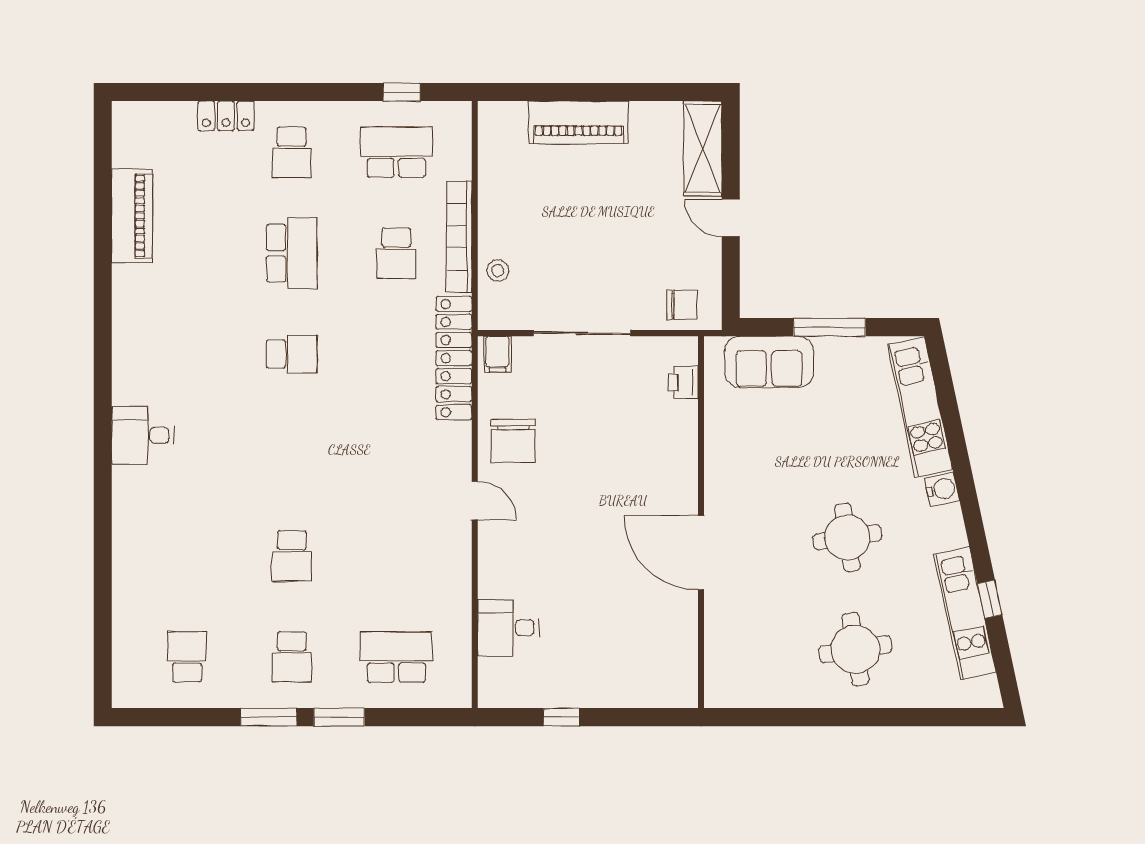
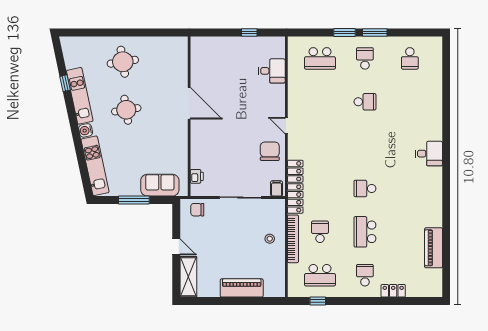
stool: (498, 270) -> (270, 239), moved
school desk: (292, 556) -> (365, 102), turned 90
kitchen unit: (965, 613) -> (80, 96), moved

